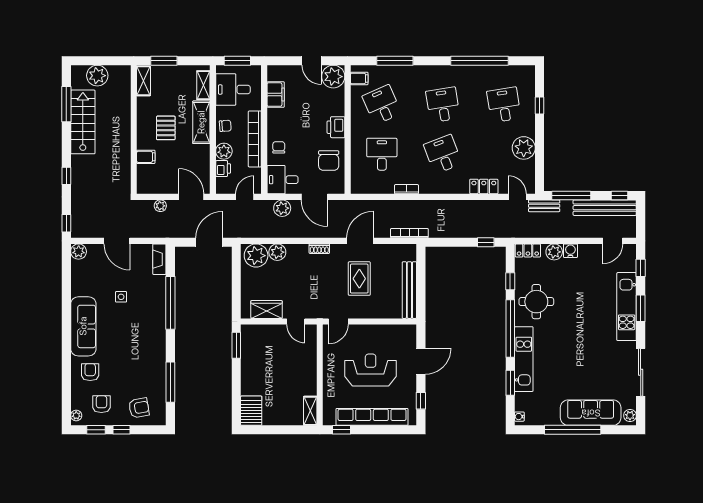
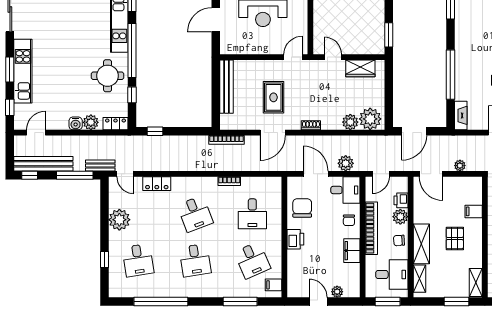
plant: (333, 77) -> (337, 292), moved, width x0.53, depth x0.53
filing cabinet: (276, 95) -> (352, 251), moved

